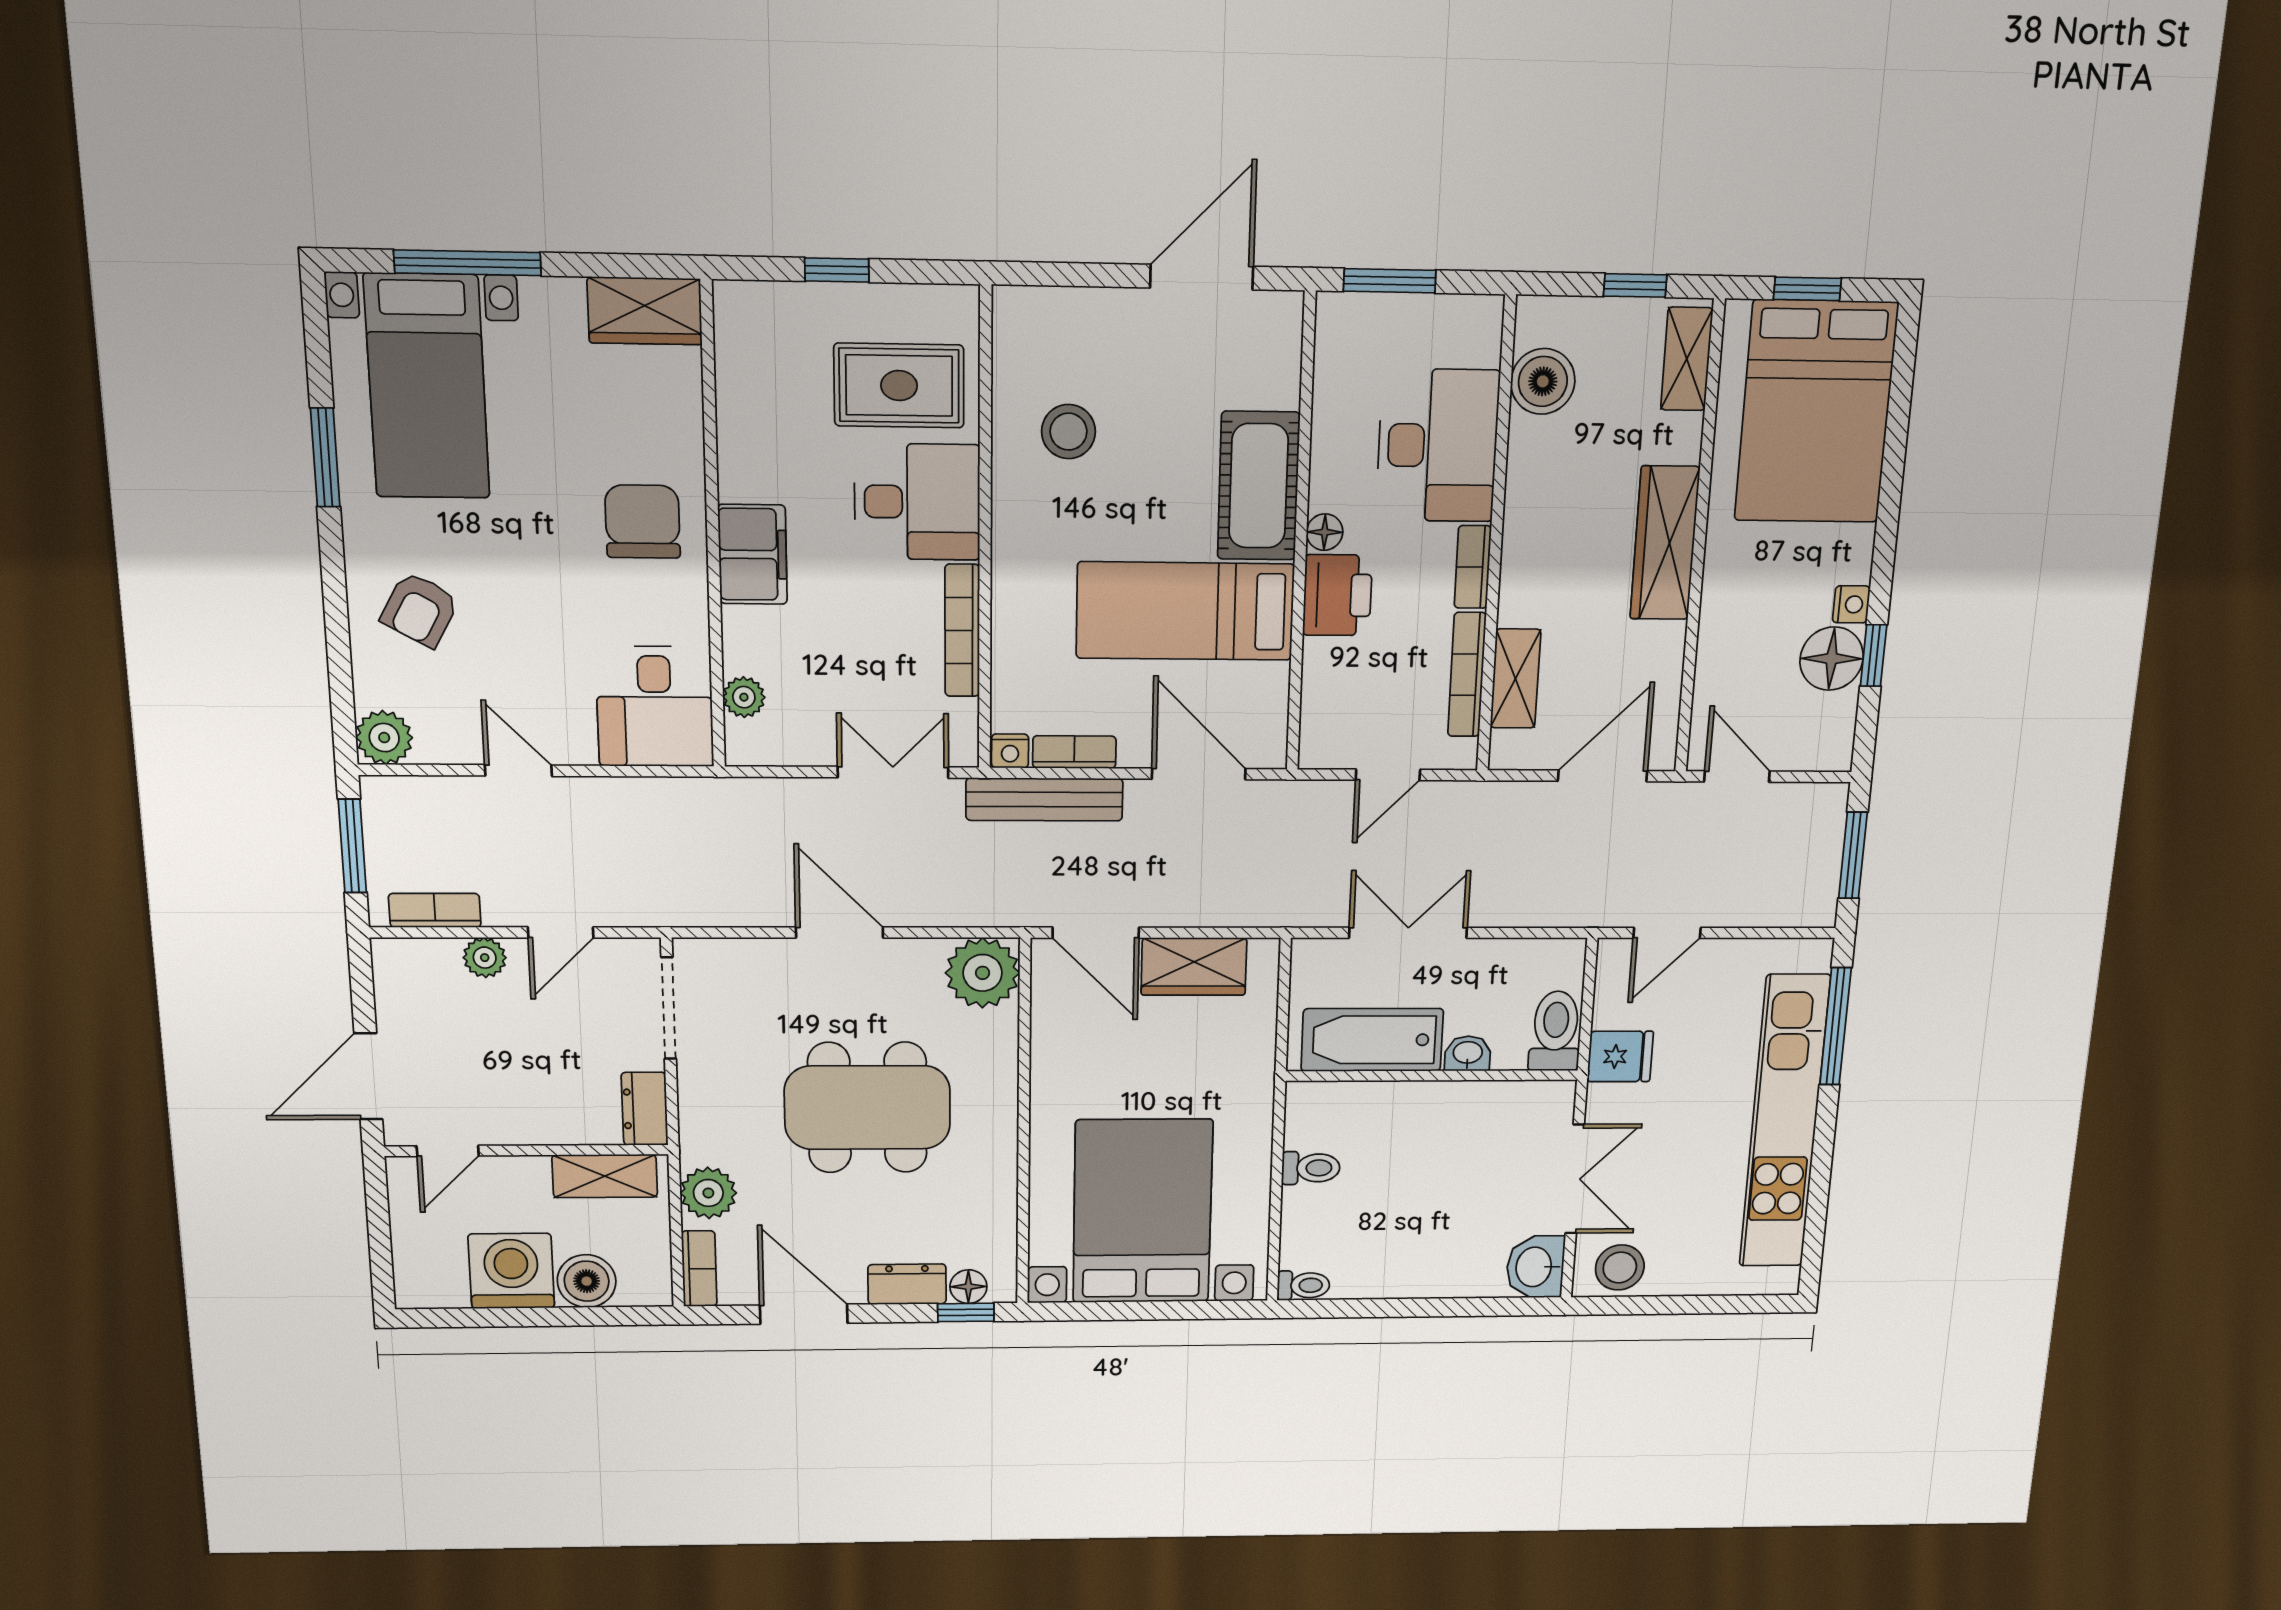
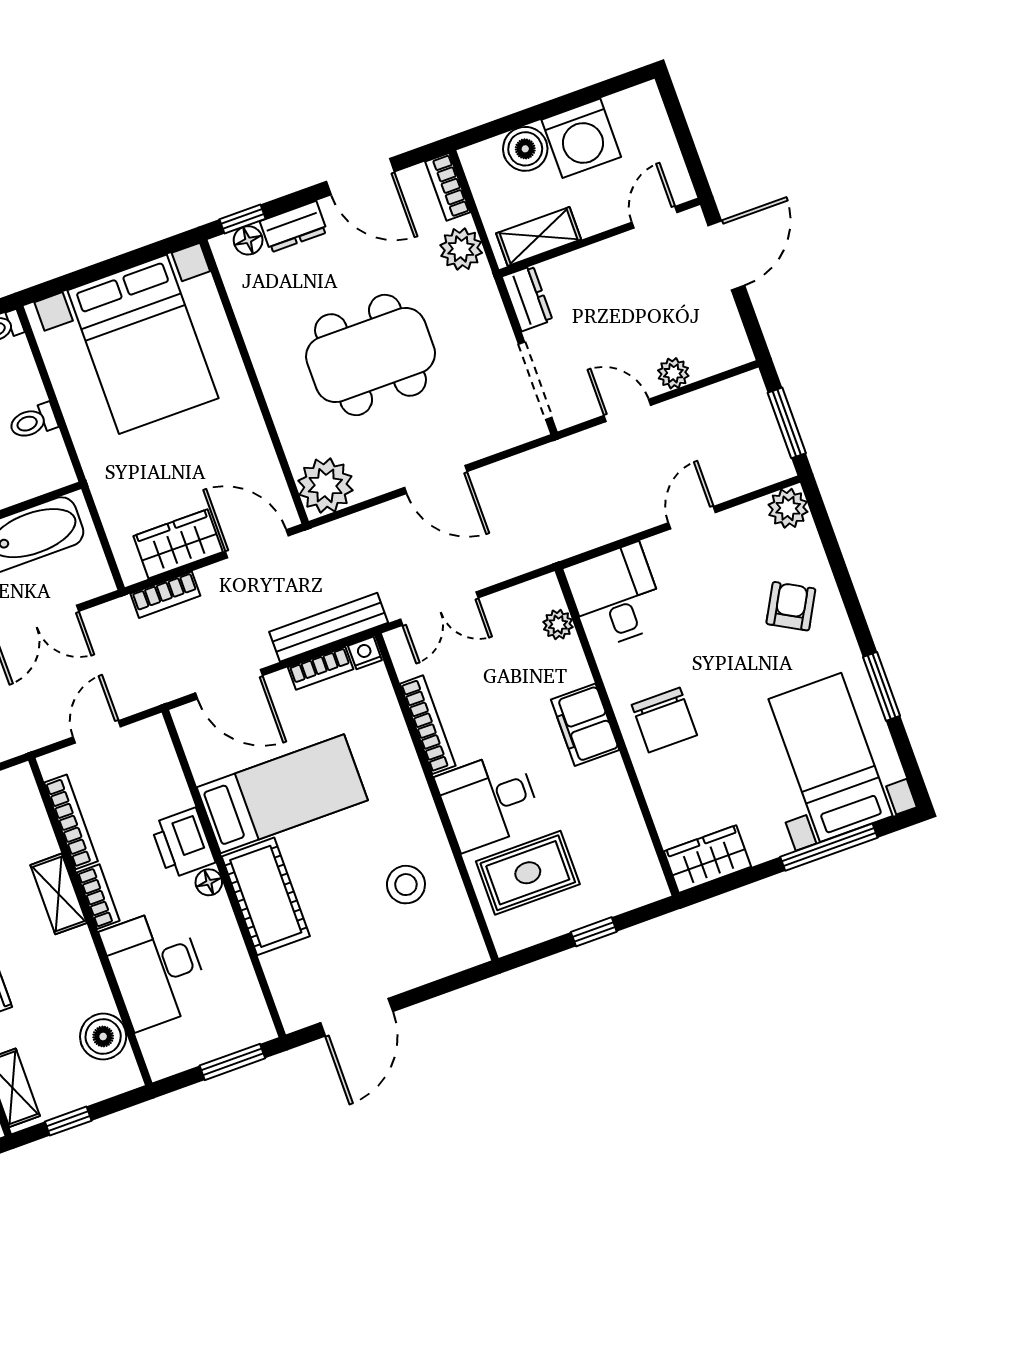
shelving: (1515, 679) -> (59, 894), moved
door: (518, 770) -> (692, 518), swing flipped
bookcase: (435, 910) -> (165, 595), moved
door: (561, 932) -> (627, 410), hinge flipped

